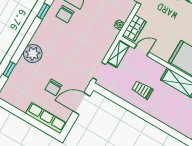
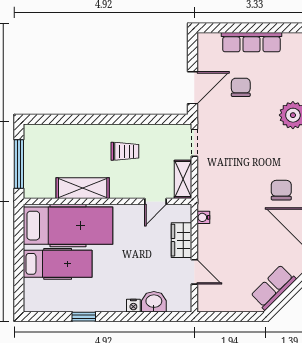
wardrobe: (134, 28) -> (181, 240), moved
row of seats: (46, 118) -> (251, 42), moved

